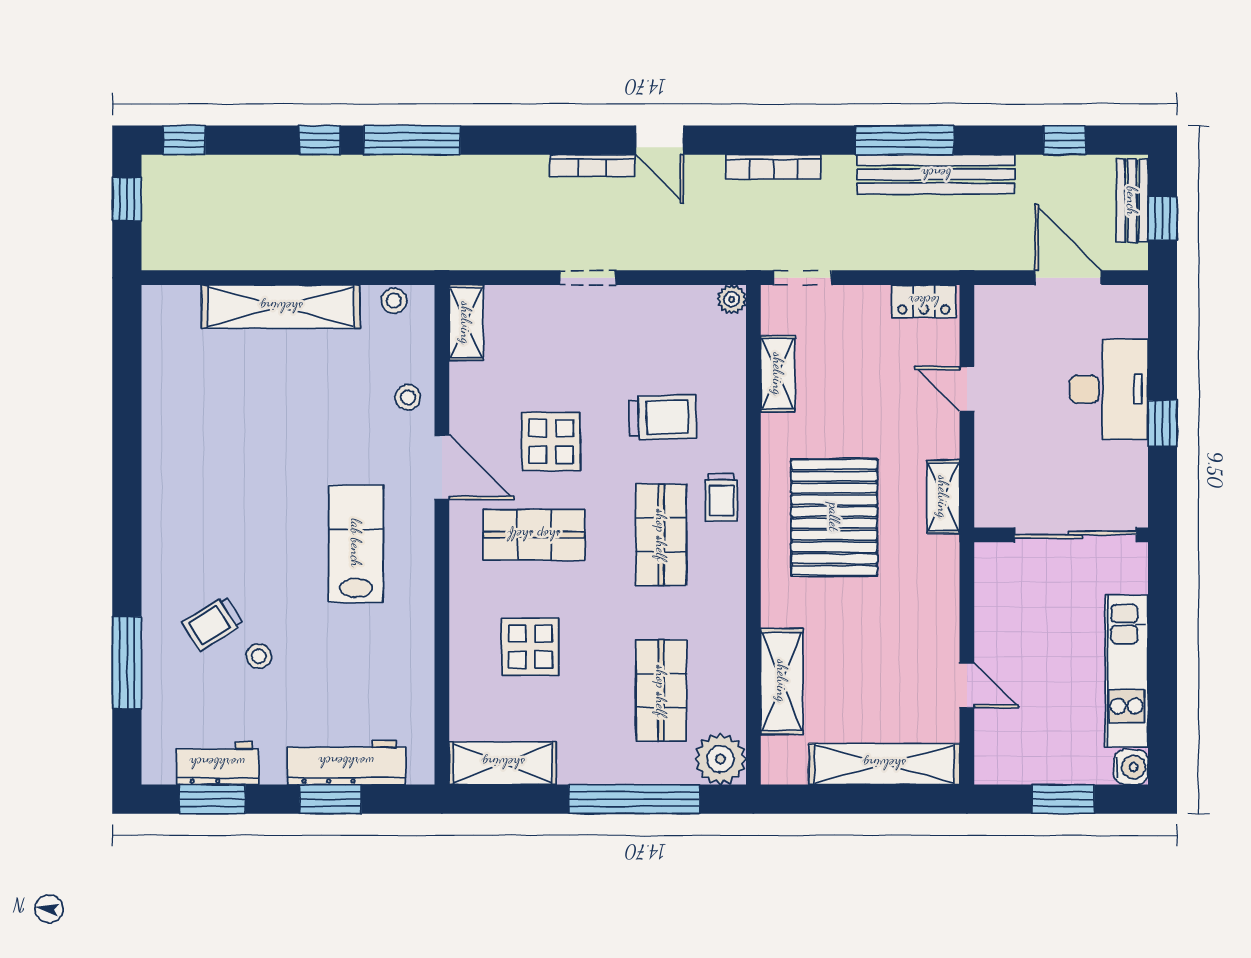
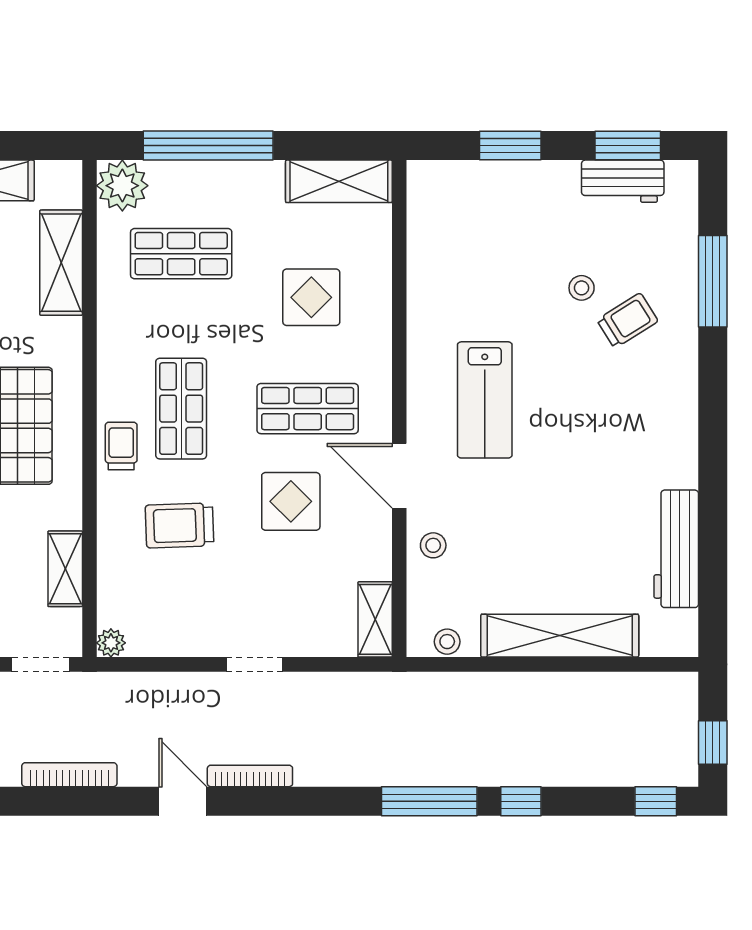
shop shelf: (661, 691) -> (181, 254), turned 90
workbench: (346, 762) -> (676, 549), moved, turned 90

